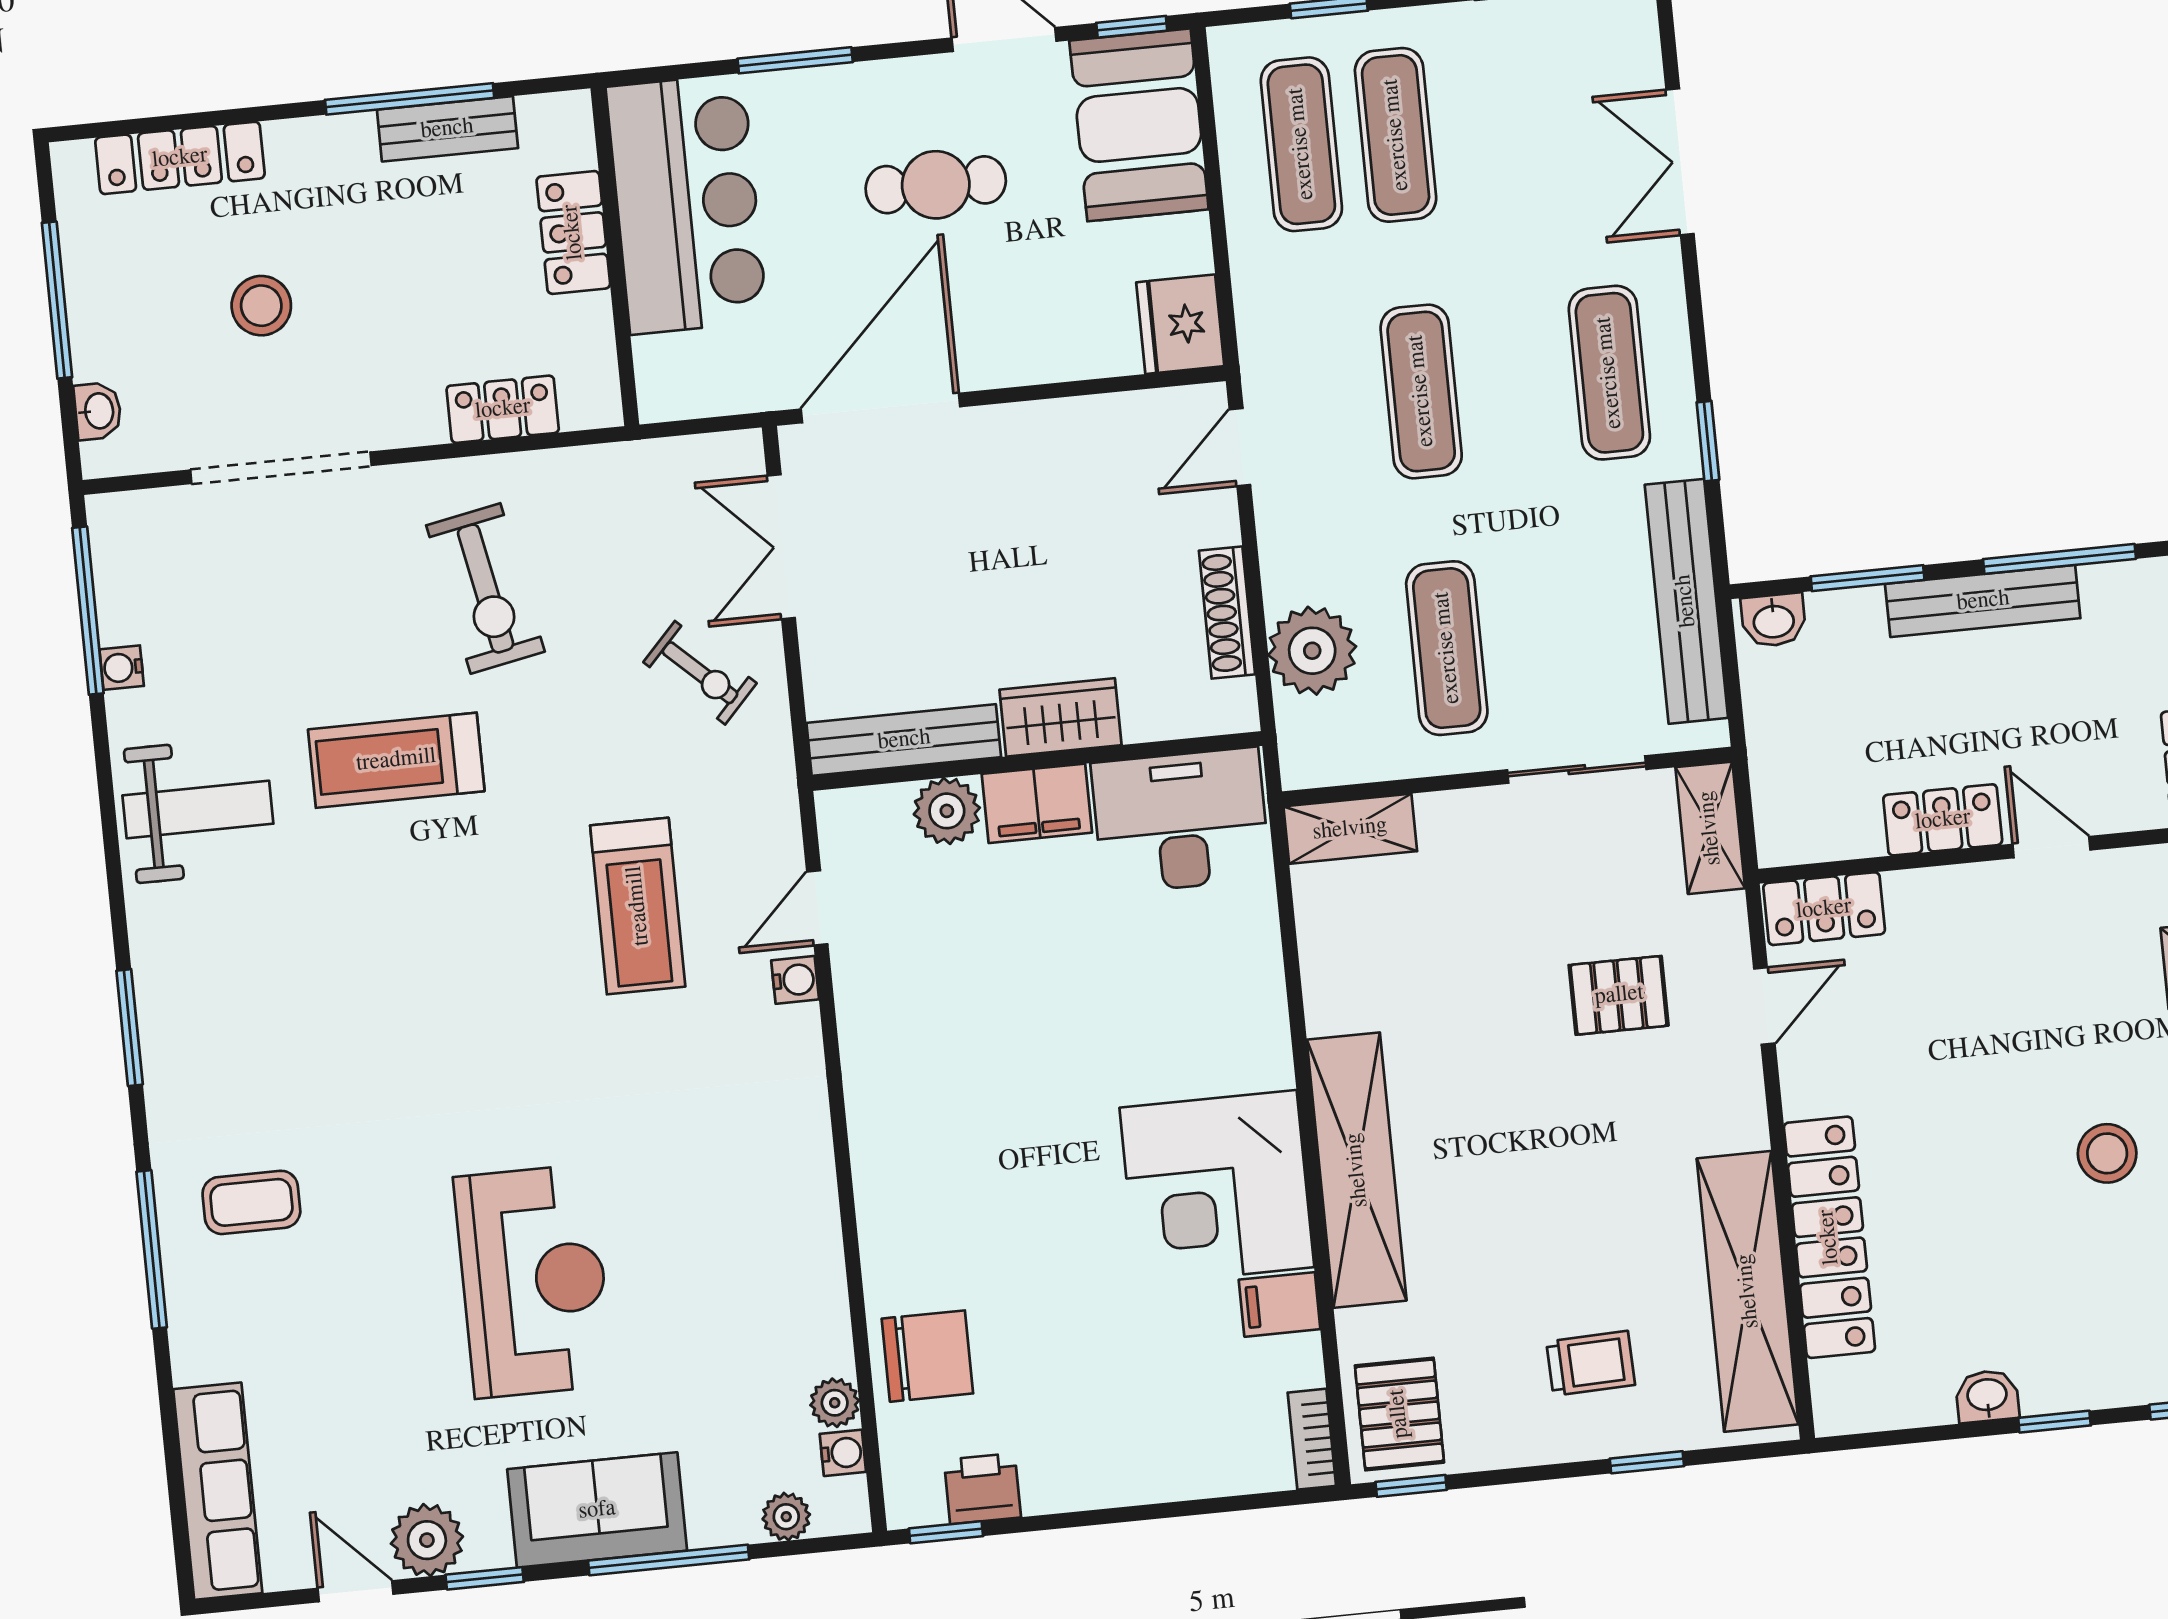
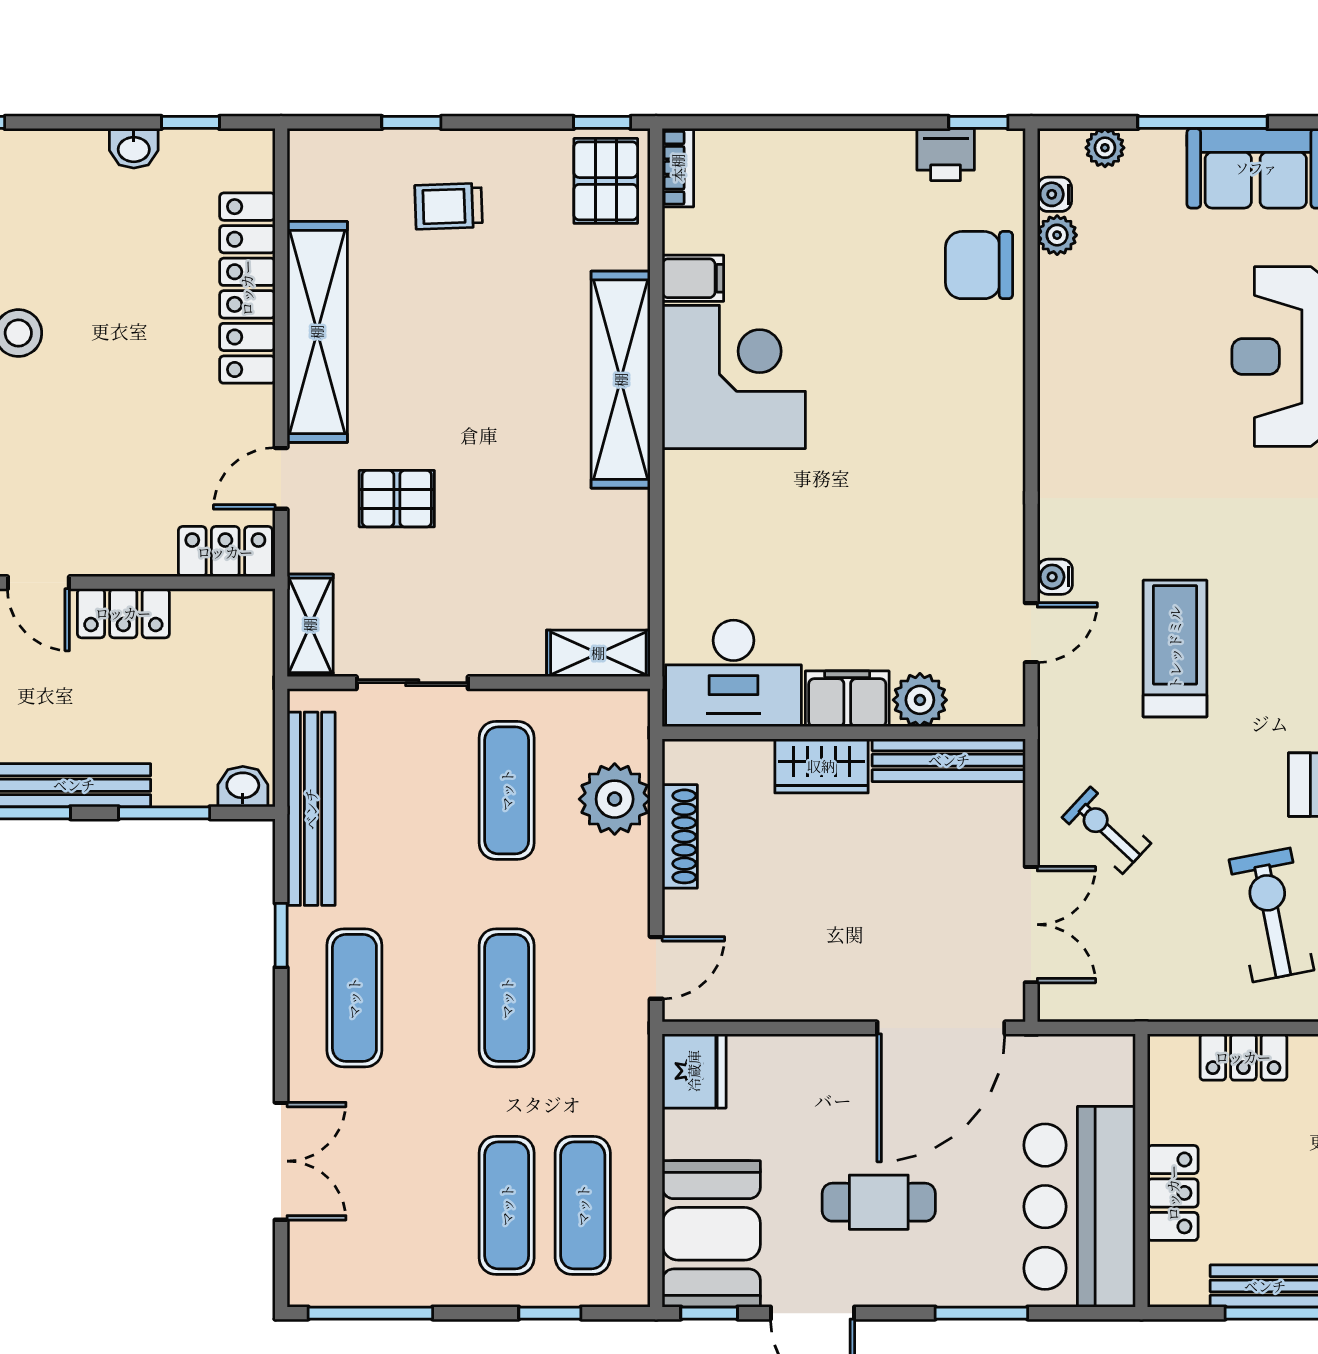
shelving: (1748, 1291) -> (317, 332), moved
window: (2054, 1422) -> (190, 122), moved

